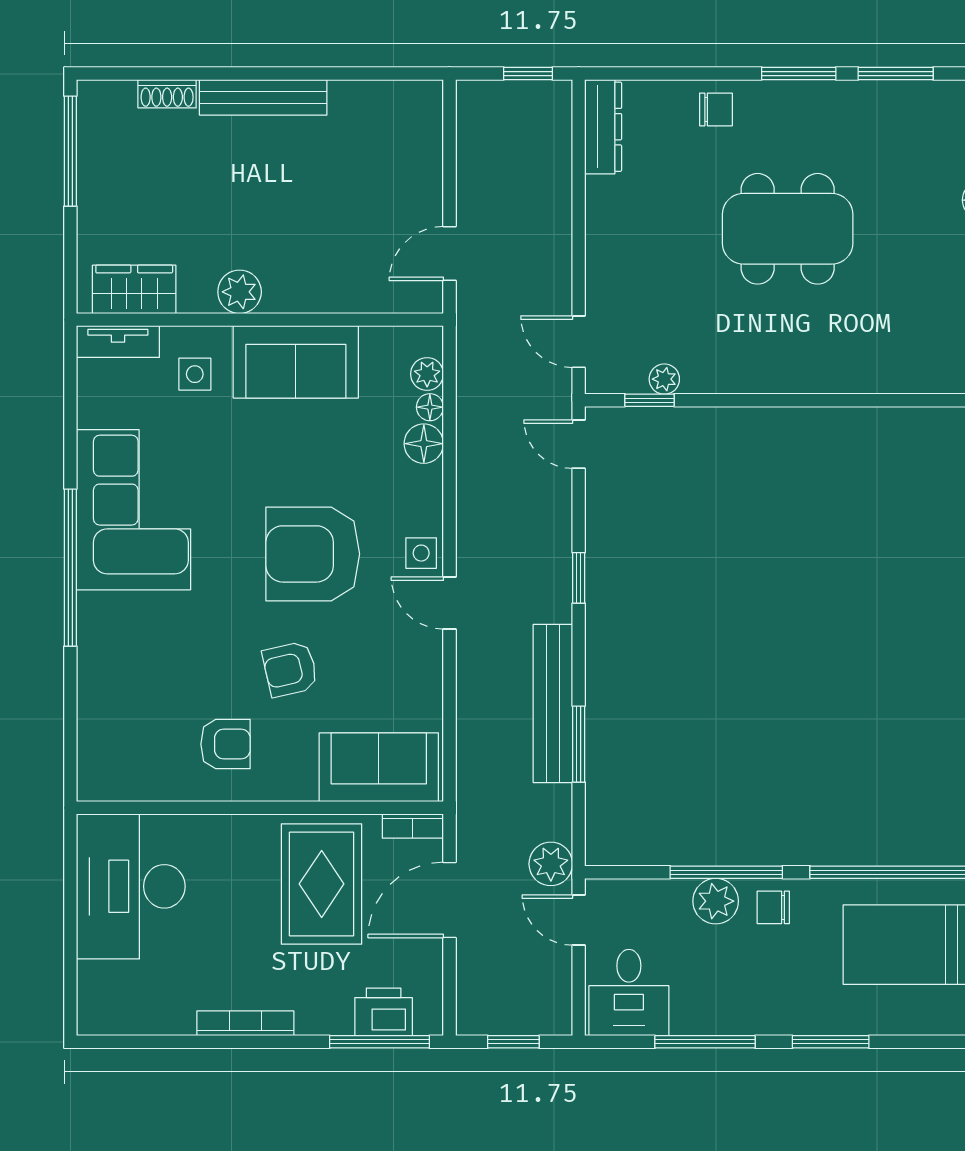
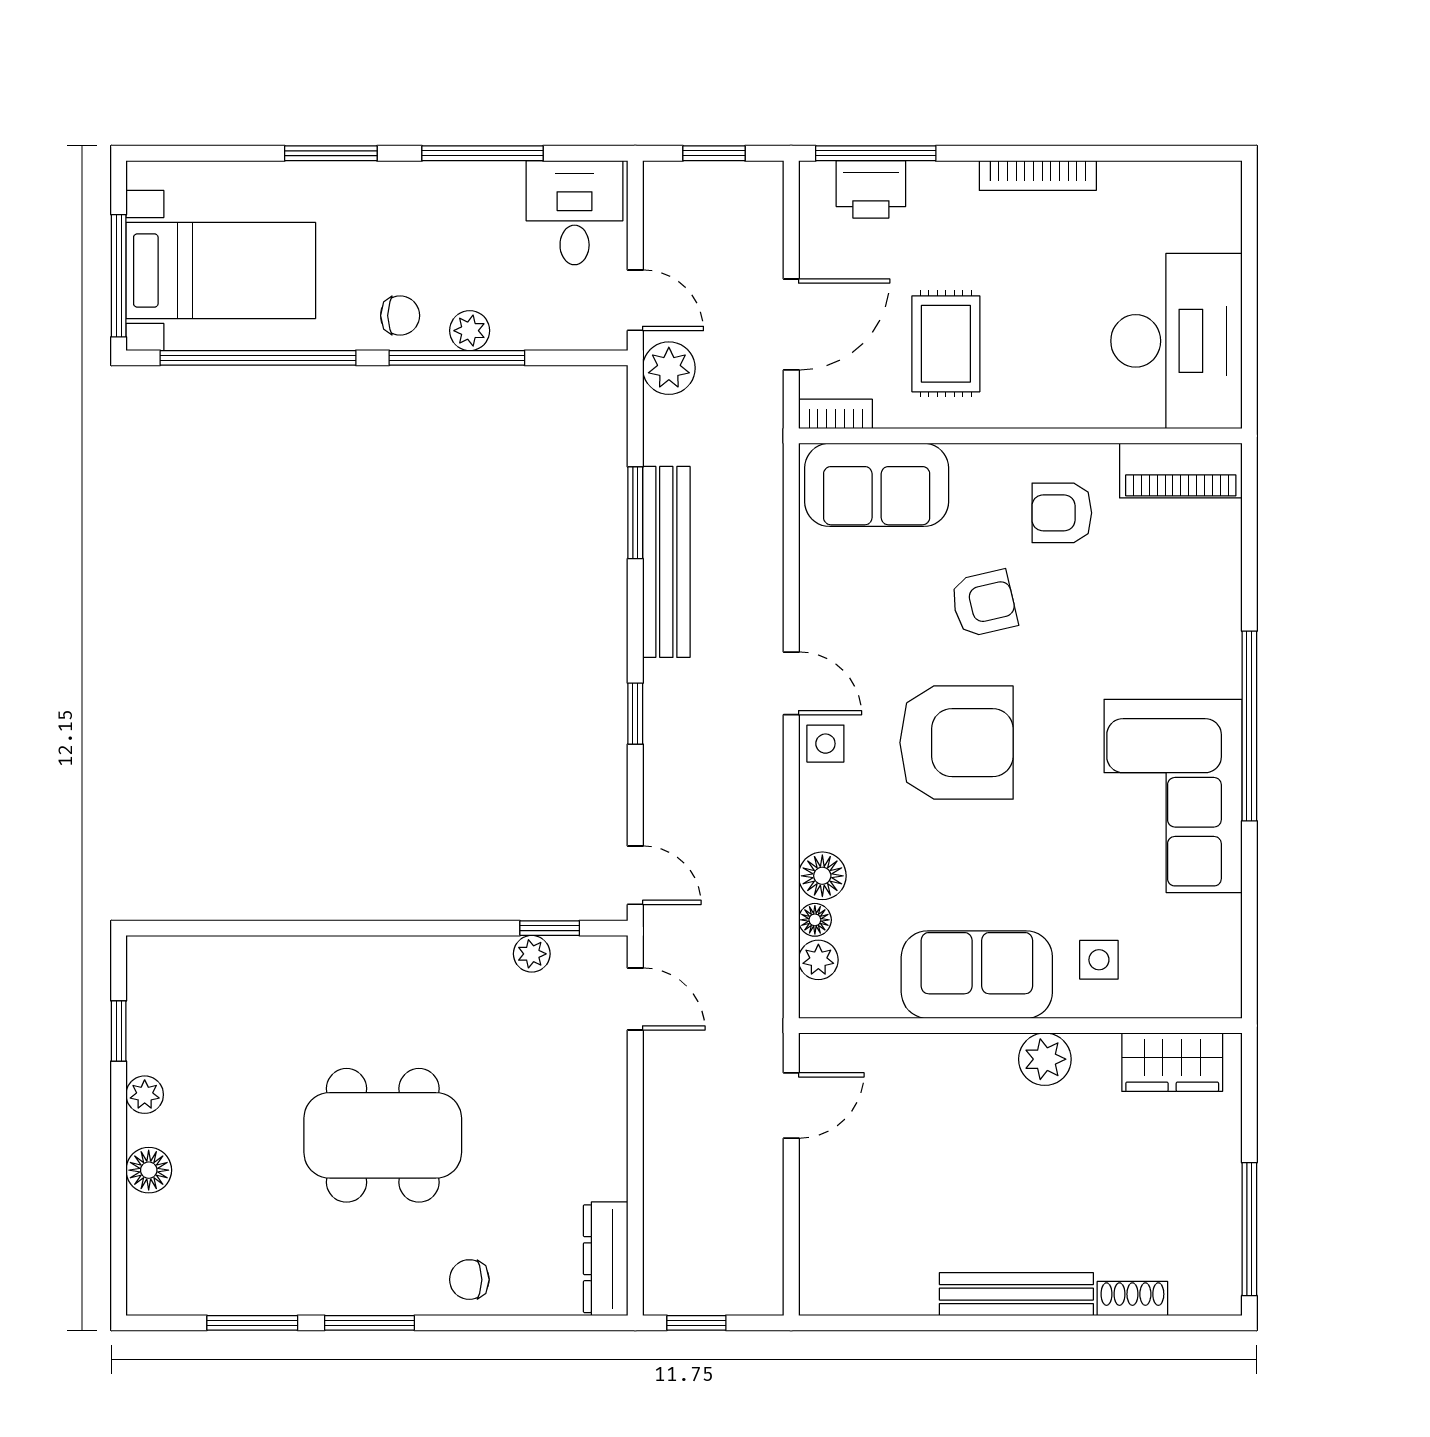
tv unit: (118, 342) -> (1192, 999), removed
piano: (127, 779) -> (1181, 471), added
rug: (322, 884) -> (946, 344), width x0.73, depth x0.70
plant: (716, 901) -> (470, 331), width x0.73, depth x0.73

